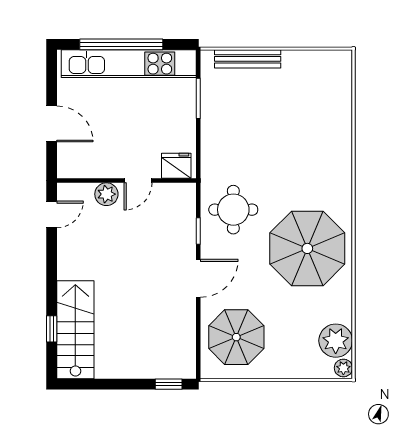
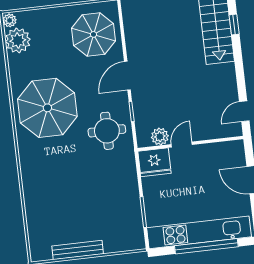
bench: (248, 59) -> (78, 250), moved
fridge: (176, 166) -> (154, 162), width x1.36, depth x1.34
plant: (106, 194) -> (160, 137), moved

